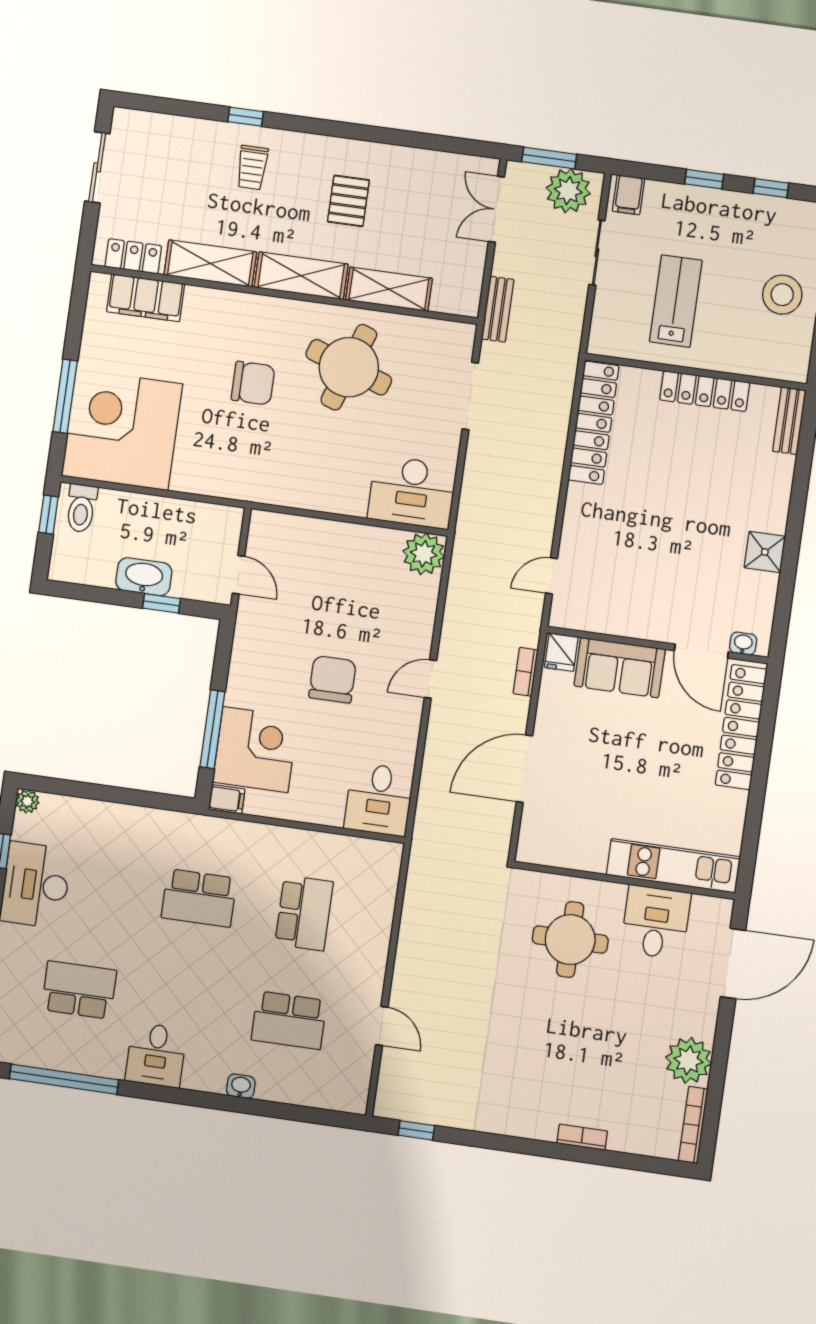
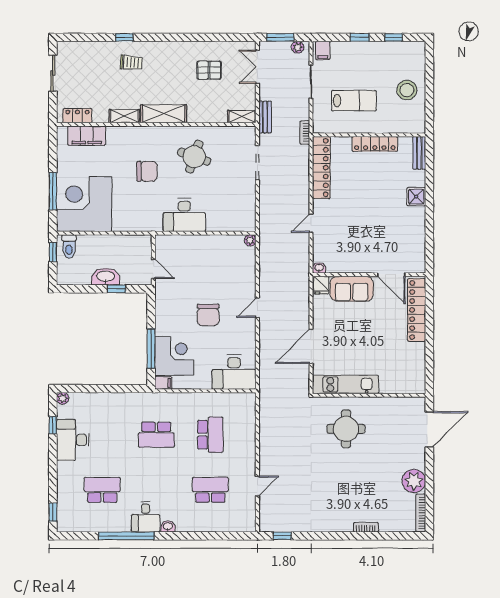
trolley: (252, 167) -> (131, 63), turned -86
plant: (568, 191) -> (298, 47), width x0.53, depth x0.53
pallet: (348, 201) -> (209, 70), moved, turned 90
shelving: (210, 263) -> (124, 116), width x0.67, depth x0.75
shelving: (389, 289) -> (242, 117), moved, width x0.67, depth x0.75
lab bench: (676, 301) -> (354, 101), turned 90
round table: (349, 367) -> (194, 157), width x0.73, depth x0.73
desk: (412, 492) -> (184, 215), moved
shower: (765, 552) -> (416, 197), moved
plant: (424, 554) -> (250, 240), width x0.53, depth x0.53
door: (552, 576) -> (311, 223), moved
washbasin: (743, 643) -> (319, 268), moved
bookcase: (526, 672) -> (305, 132), moved
chair: (333, 679) -> (208, 315), turned 180
desk: (379, 799) -> (234, 372), width x1.37
kitchen unit: (673, 866) -> (345, 384), moved
desk: (656, 922) -> (388, 414), removed
school desk: (289, 1020) -> (210, 490), turned 180
door: (382, 1026) -> (257, 486), hinge flipped
window: (64, 1079) -> (126, 536), moved
washbasin: (241, 1086) -> (168, 526), moved

